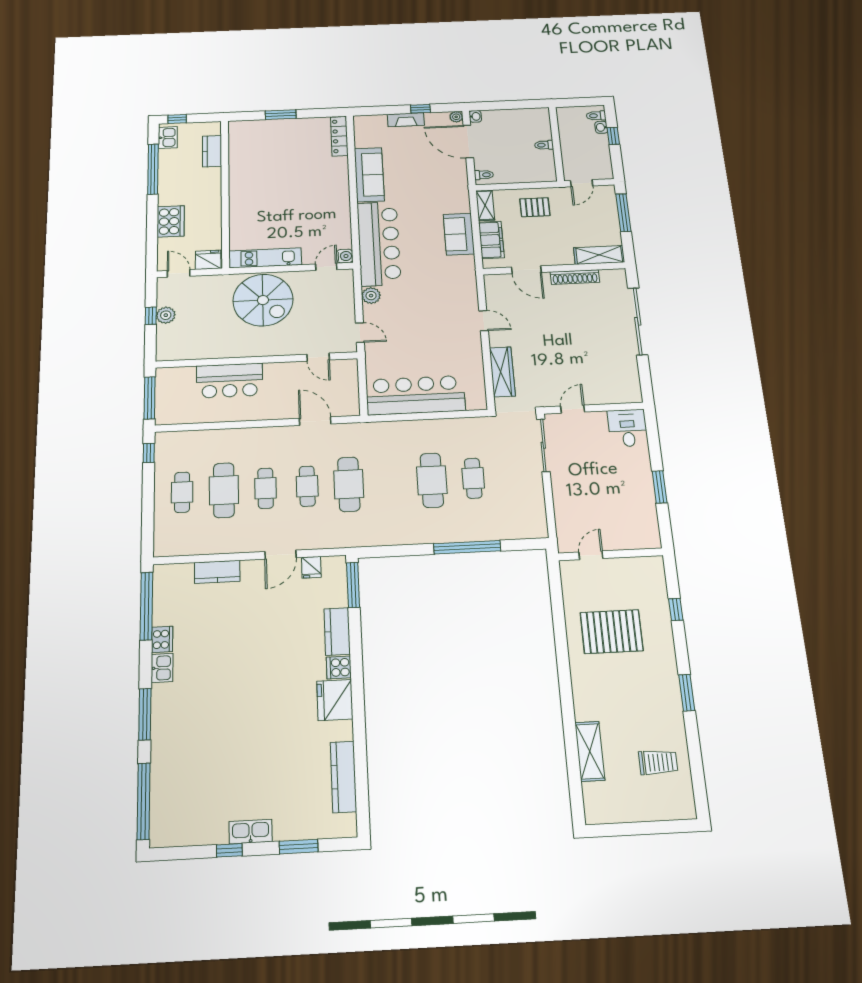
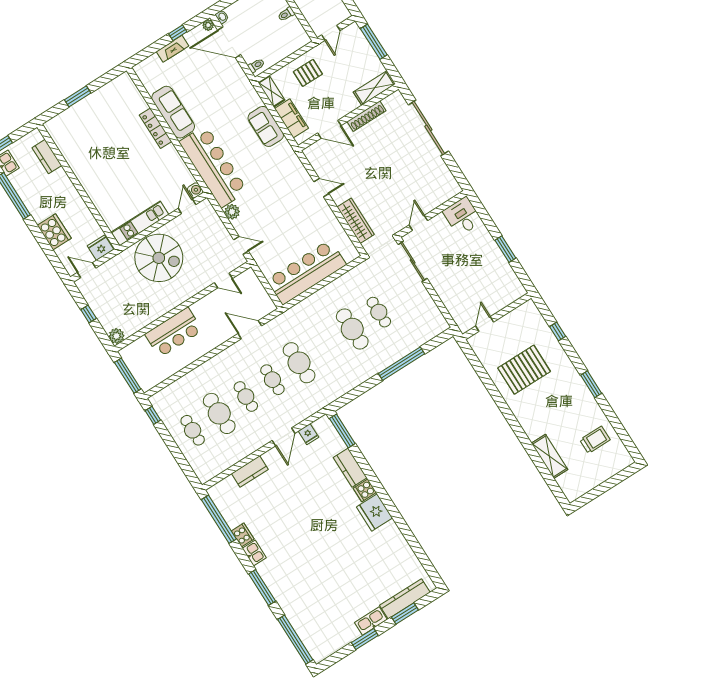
locker: (339, 136) -> (156, 128), moved
plant: (166, 315) -> (117, 336), moved
kitchen counter: (343, 777) -> (405, 599), moved, turned 90
window: (229, 850) -> (365, 639), width x1.50

